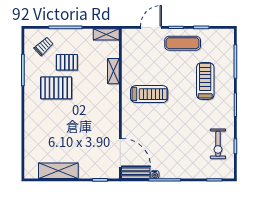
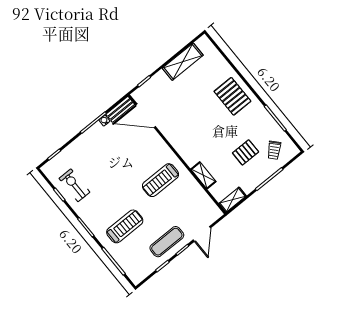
treadmill: (205, 81) -> (125, 226), turned -90
pallet: (56, 88) -> (232, 96), moved, turned 90

